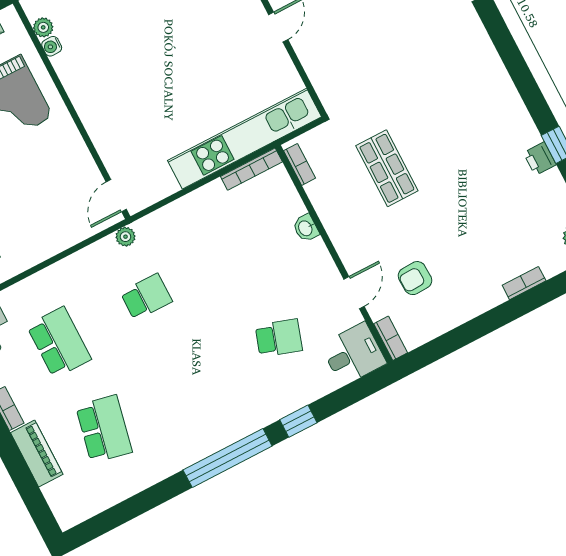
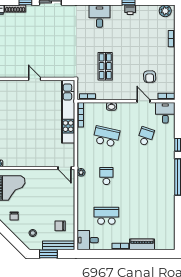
desk: (491, 98) -> (99, 16), added
shop shelf: (387, 168) -> (105, 66), turned 90
school desk: (104, 429) -> (106, 136), moved

